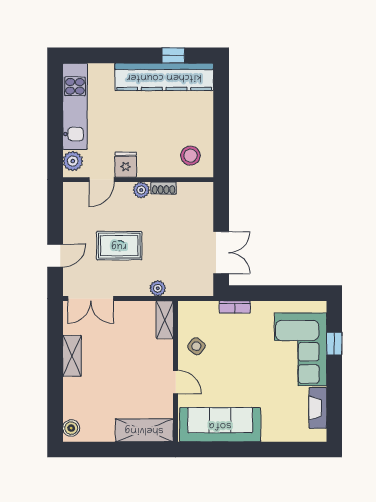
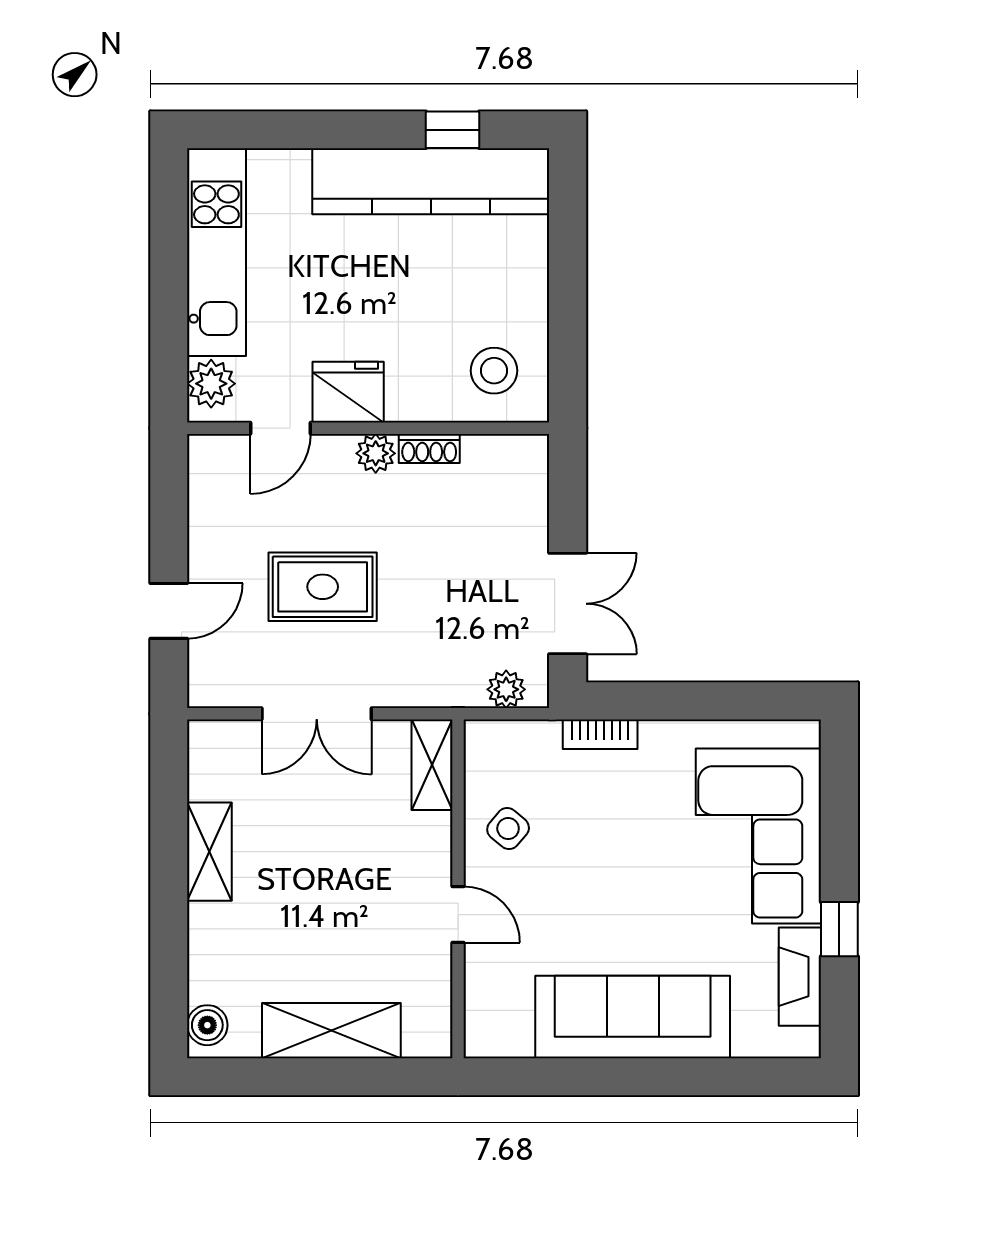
fridge: (126, 165) -> (348, 392), width x1.38
plant: (158, 288) -> (506, 689), moved
double door: (91, 298) -> (317, 714), moved
window: (334, 344) -> (839, 929), moved
sofa: (220, 425) -> (633, 1017), moved
shelving: (144, 430) -> (331, 1031), moved

